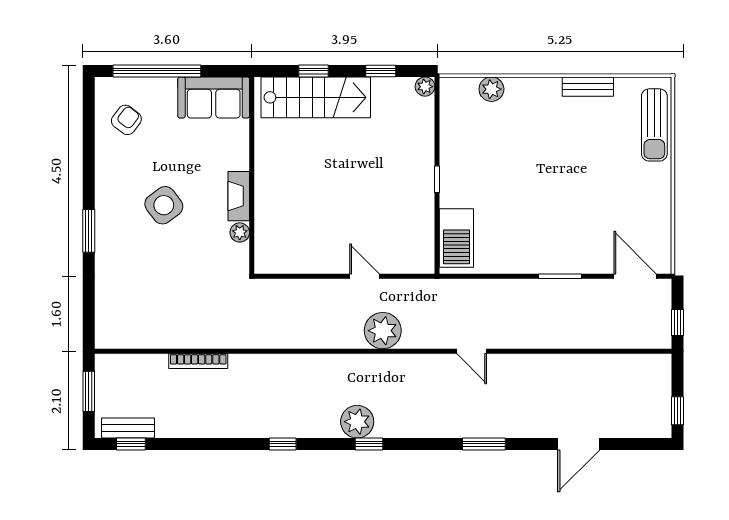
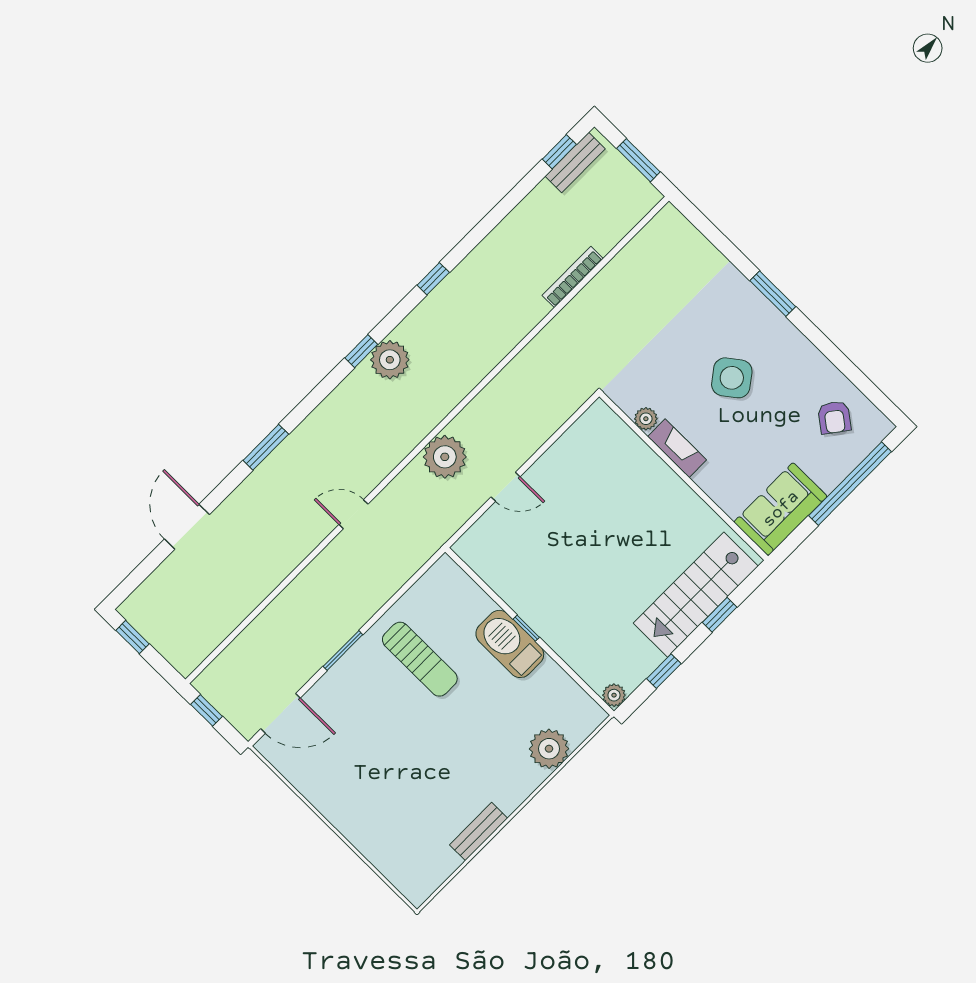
plant: (491, 89) -> (549, 749), width x1.36, depth x1.36
sun lounger: (654, 125) -> (420, 659), moved, turned 180
barbecue: (456, 238) -> (510, 644), moved

